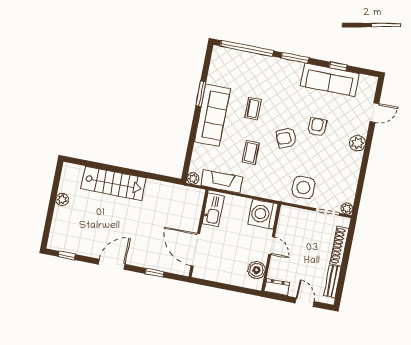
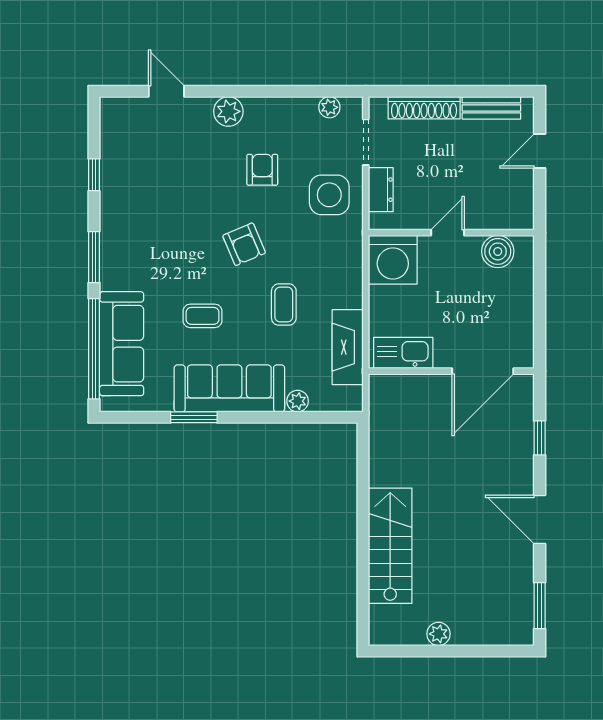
sofa: (330, 80) -> (122, 344), moved
armchair: (317, 127) -> (262, 170), moved, turned 90
coffee table: (251, 152) -> (284, 305), turned 90
plant: (193, 178) -> (298, 401), moved
plant: (347, 209) -> (329, 107), moved
window: (67, 255) -> (540, 606), width x1.50
dresser: (277, 287) -> (381, 190), moved, turned 180

